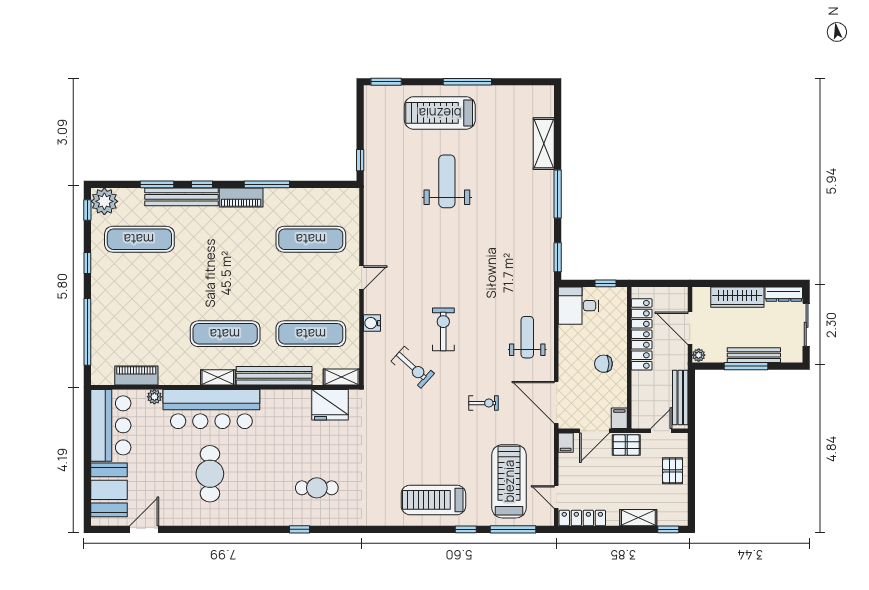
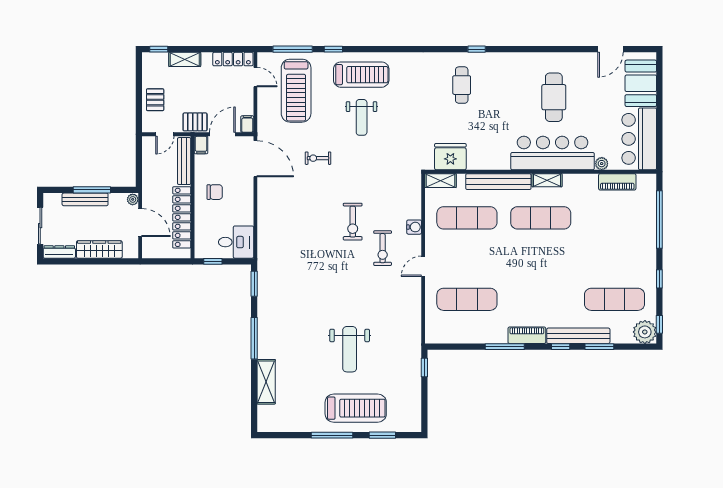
window: (386, 82) -> (382, 435), moved
weight bench: (527, 337) -> (362, 117), moved
exercise bike: (413, 367) -> (383, 248), moved, turned -132
bench: (680, 398) -> (184, 161), moved
cafe table: (317, 488) -> (462, 85), turned 90

